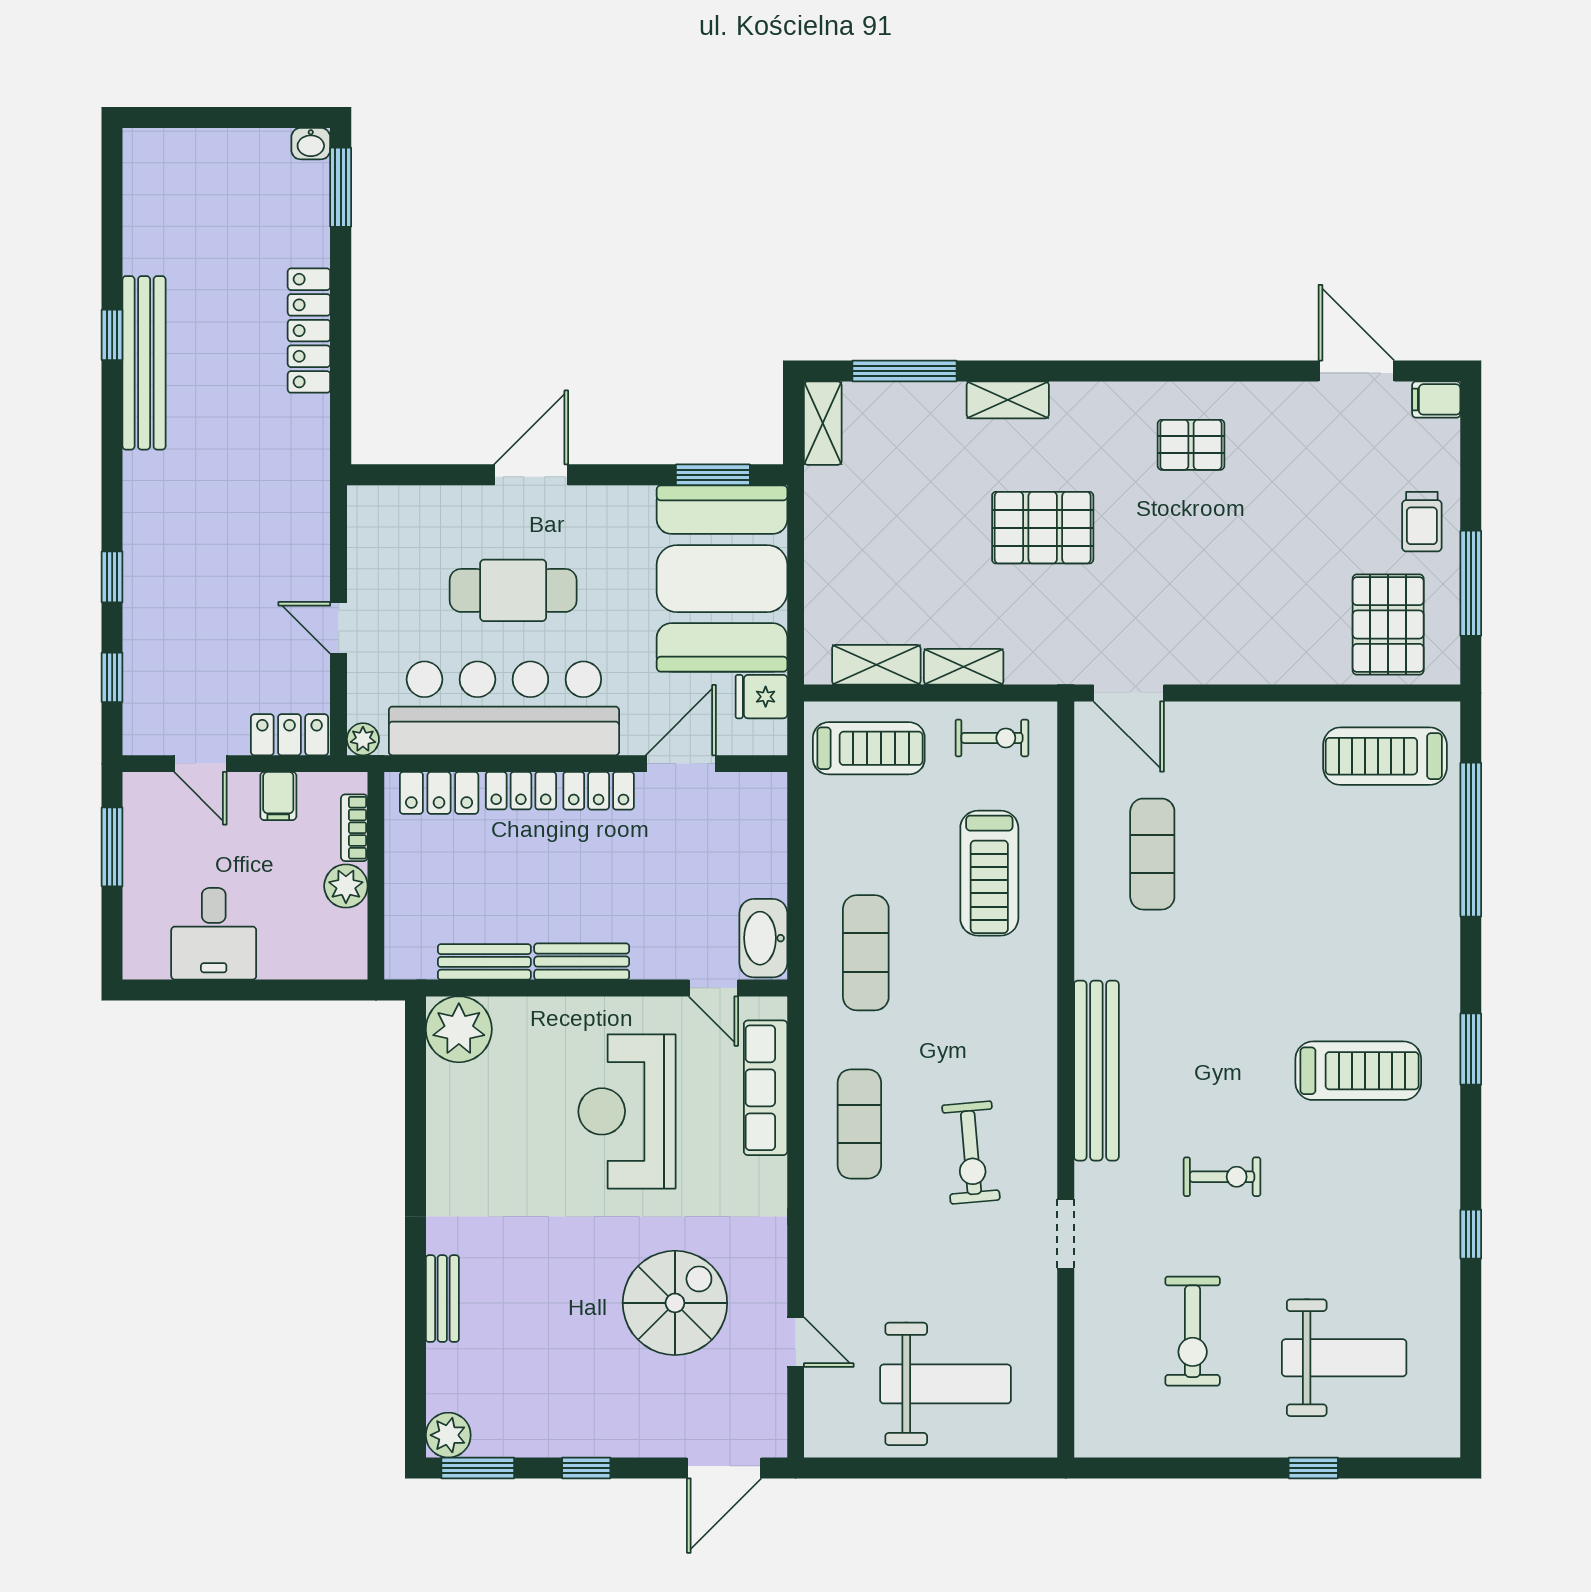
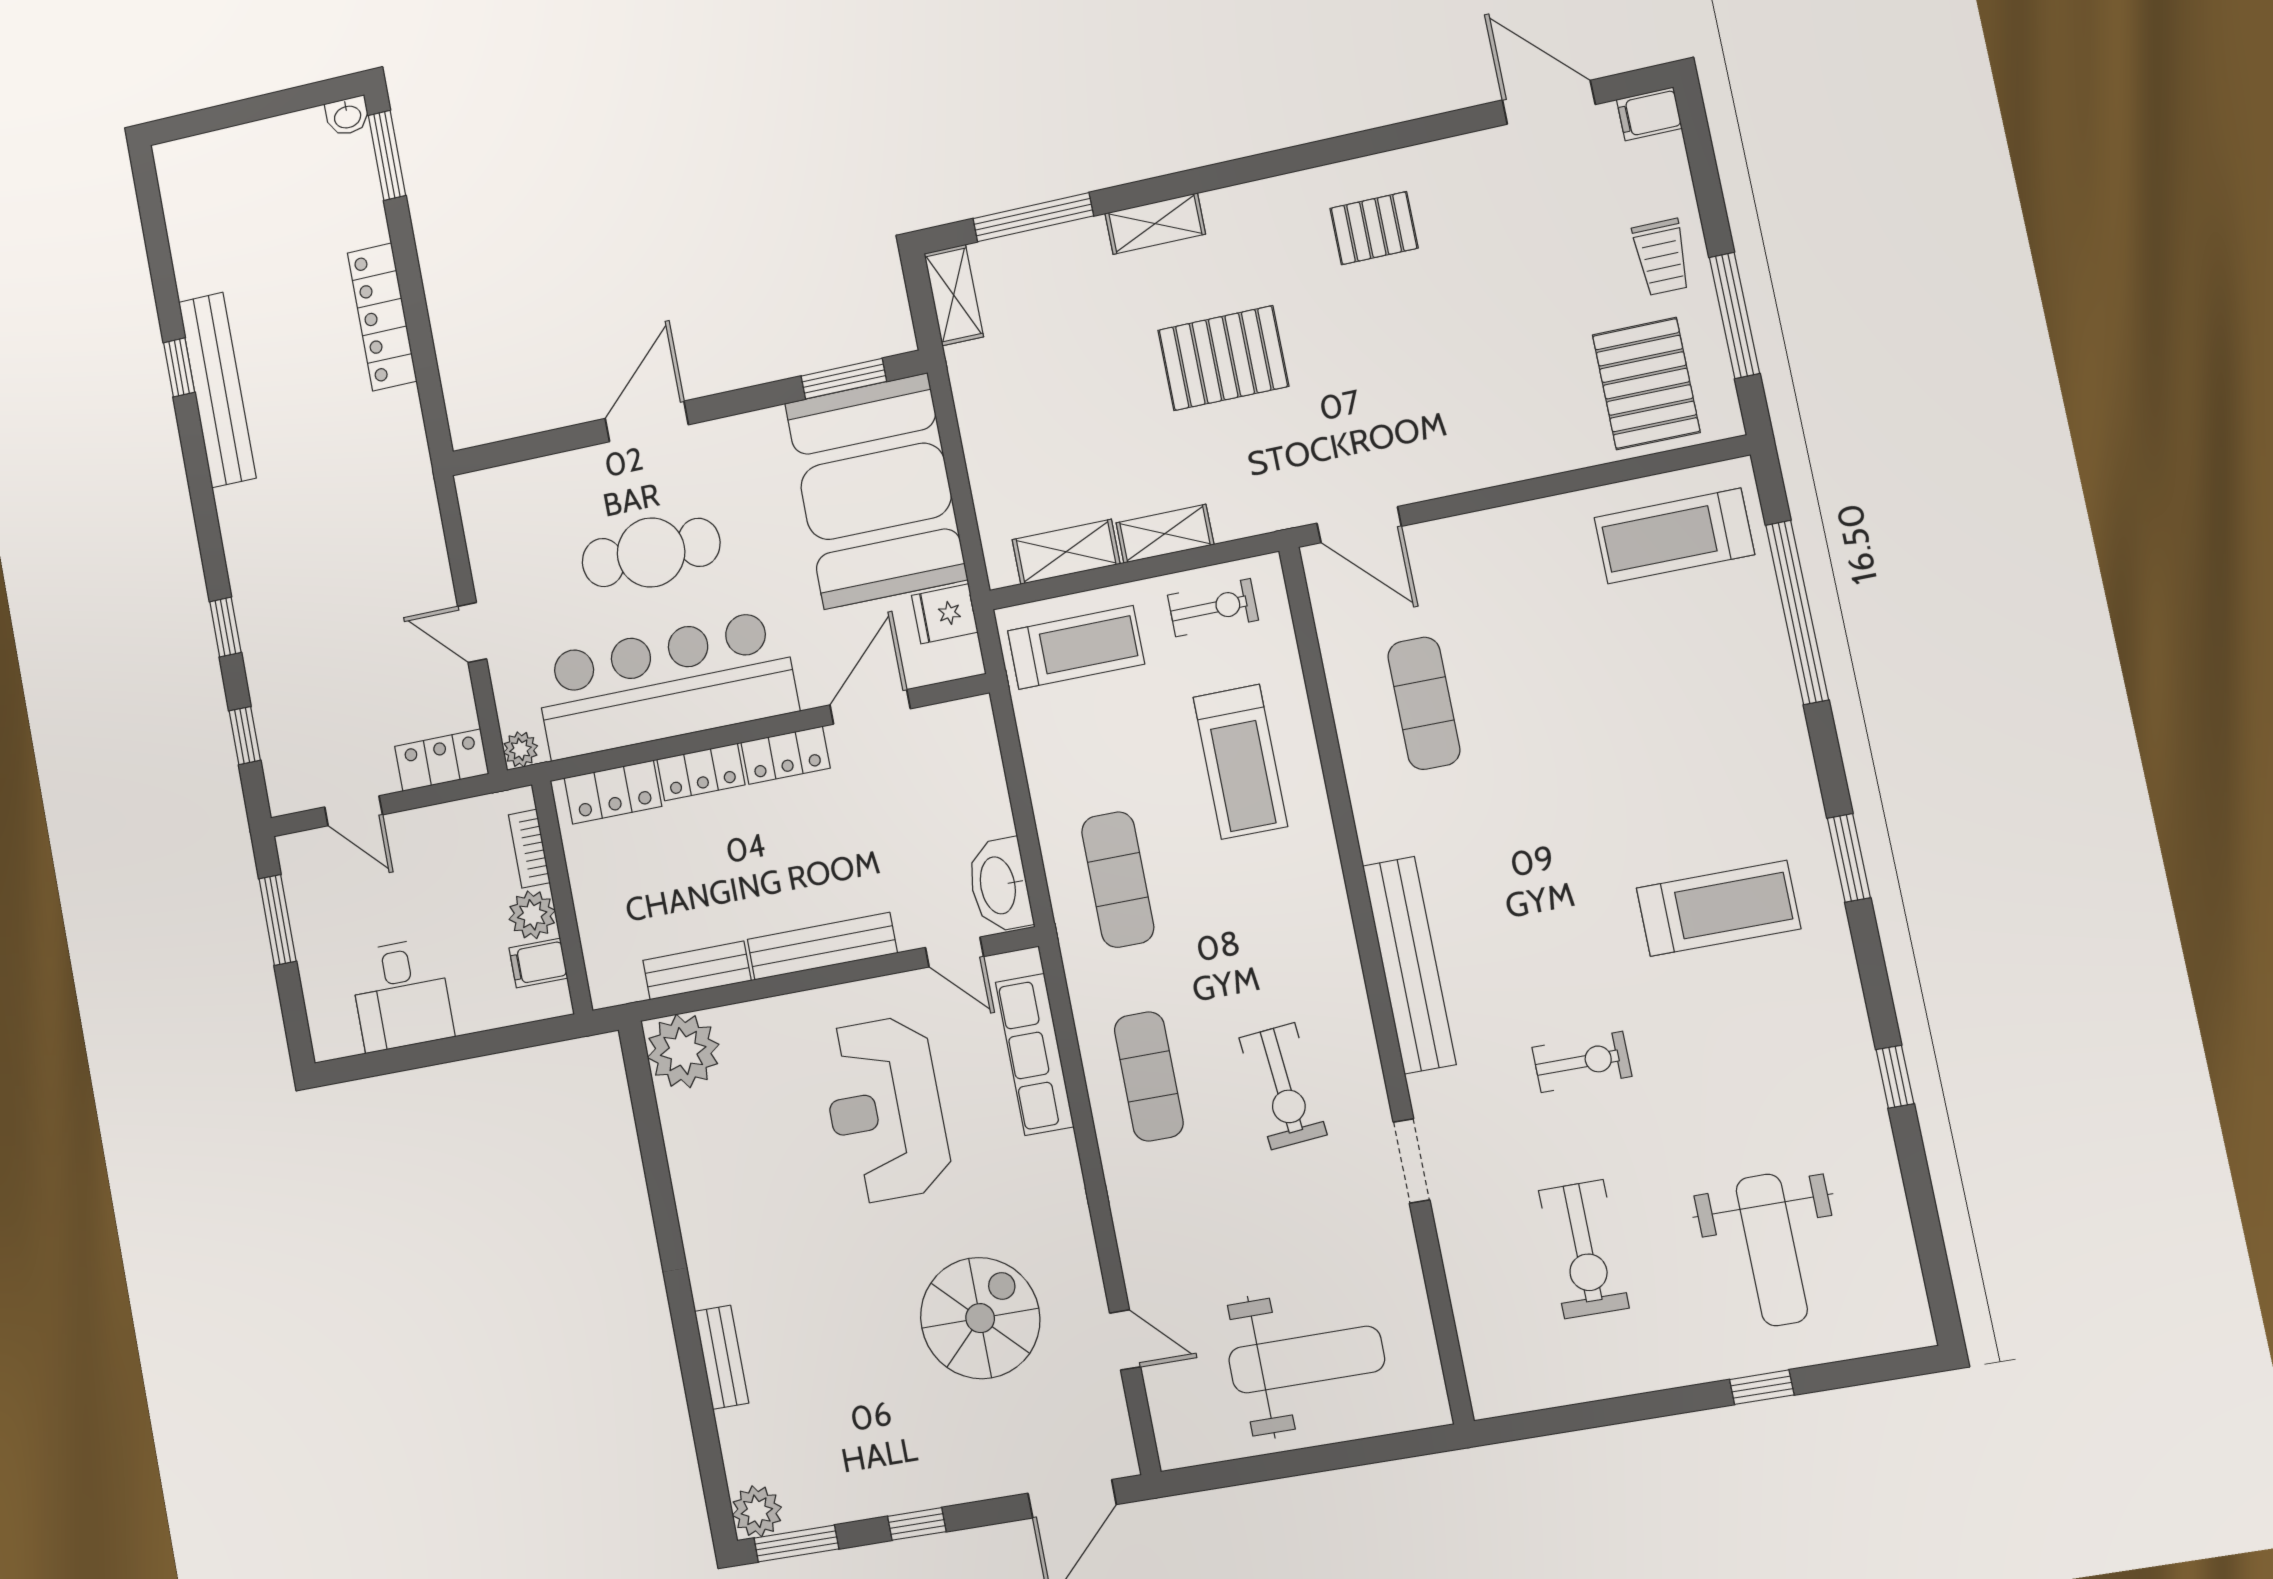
filing cabinet: (278, 796) -> (538, 963), moved, turned 90
bench: (582, 962) -> (822, 946), width x1.36
weight bench: (1344, 1358) -> (1772, 1250), turned 90

